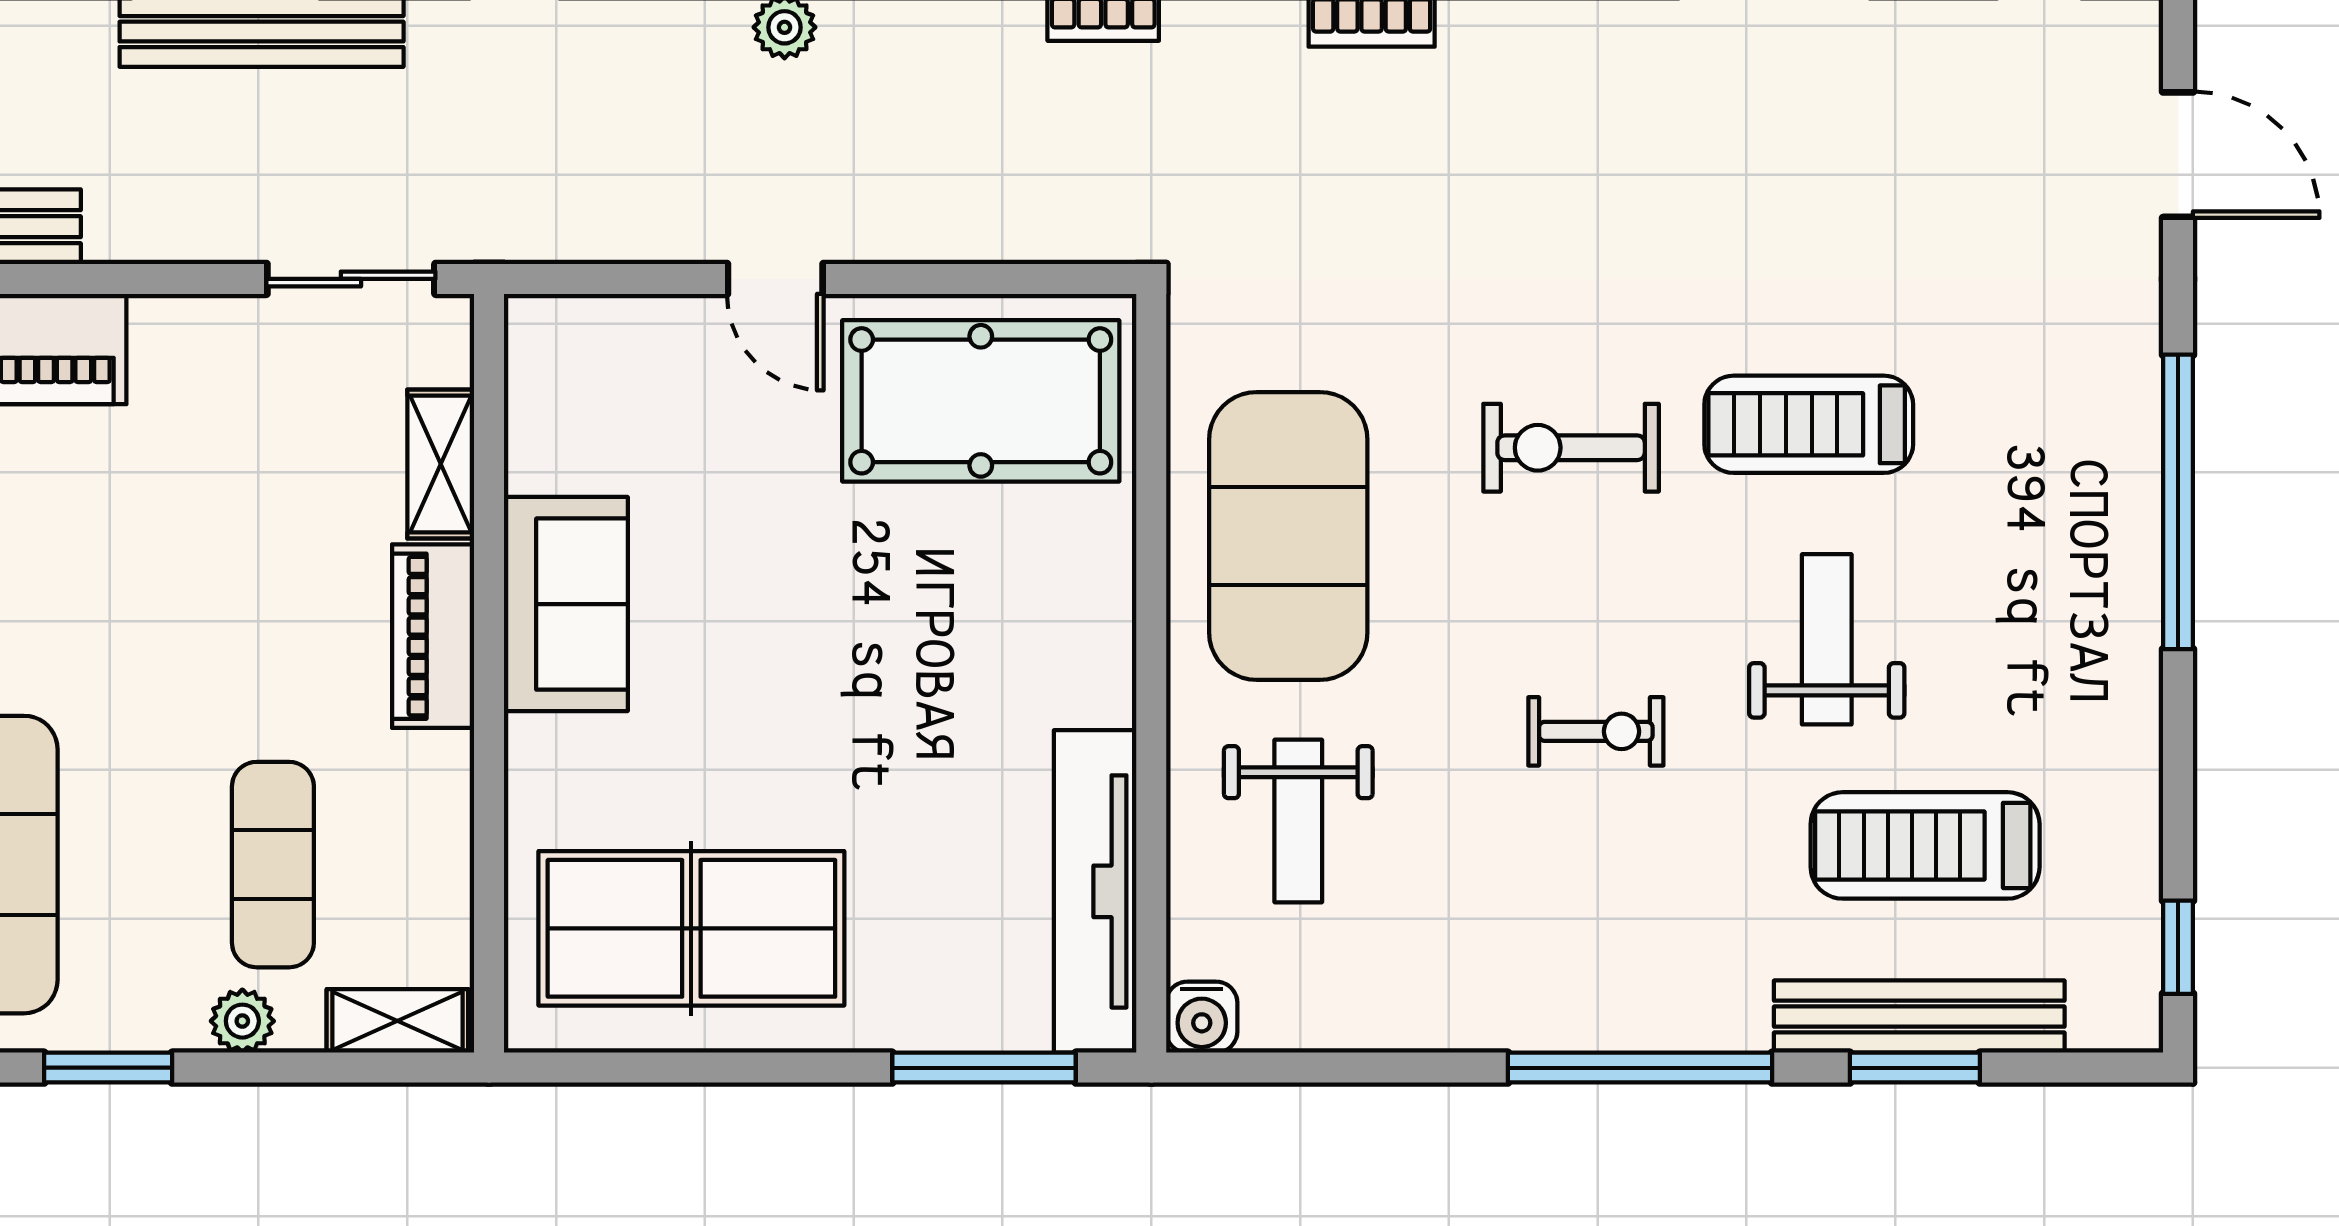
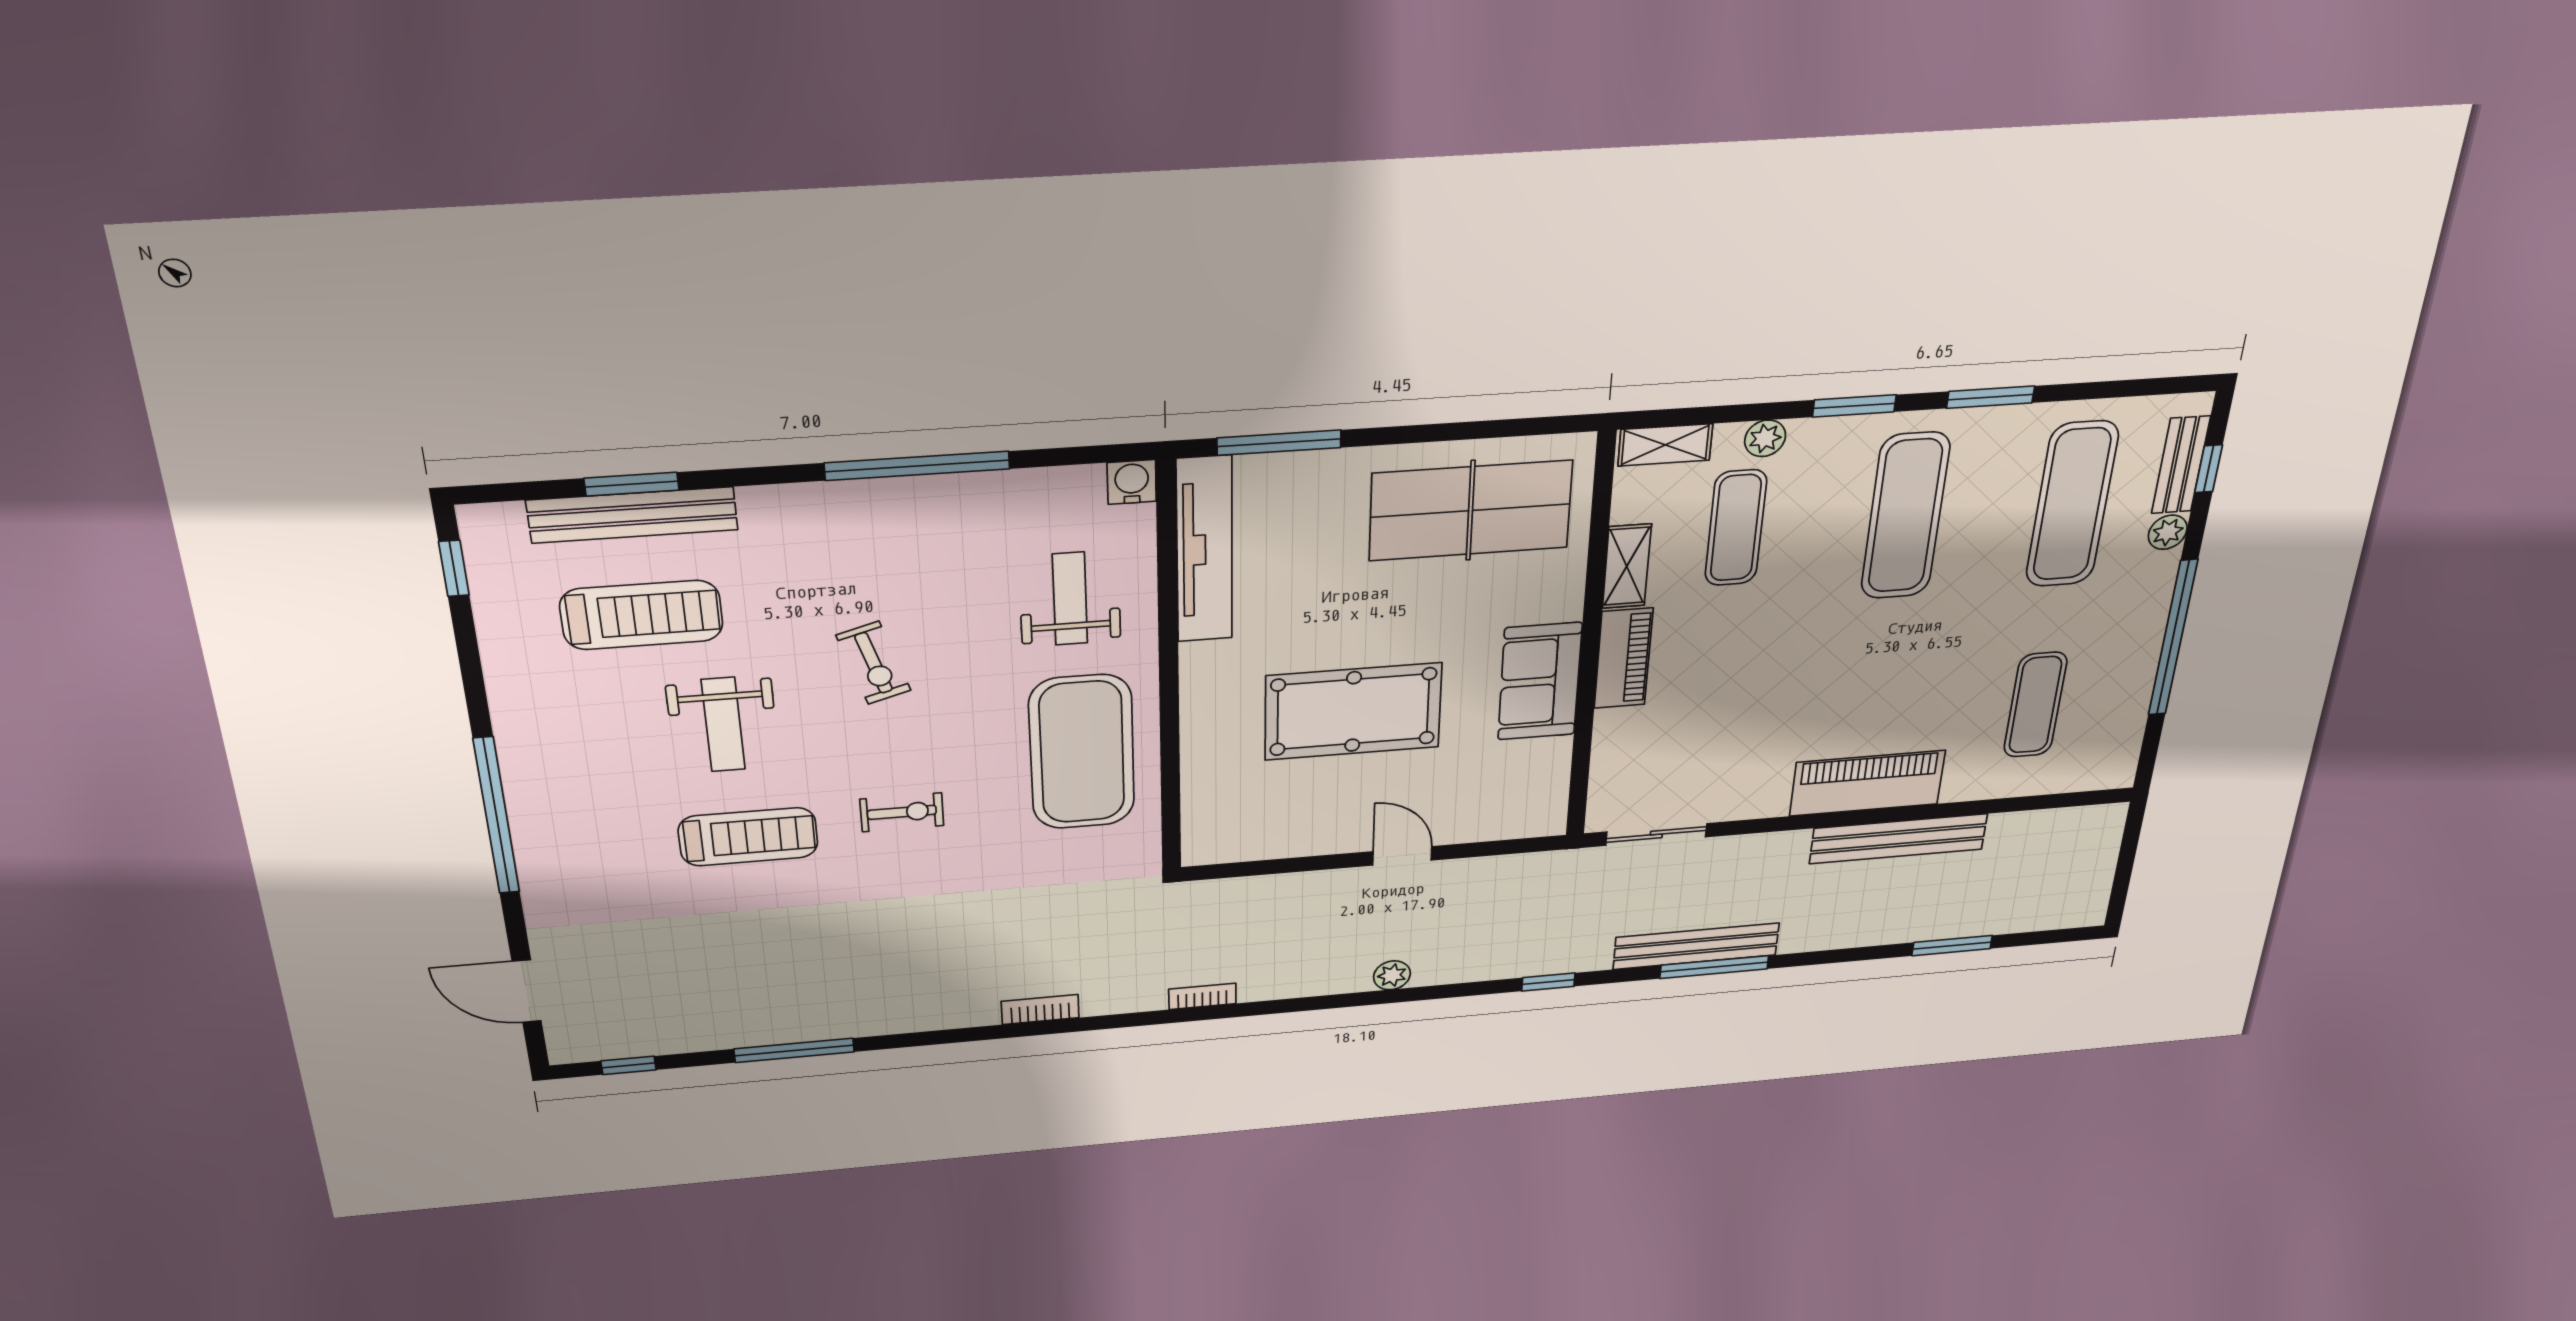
pool table: (981, 401) -> (1353, 712), moved
exercise bike: (1571, 448) -> (902, 812), width x0.73, depth x0.72
shelving: (441, 464) -> (1627, 566), moved
exercise bike: (1596, 731) -> (874, 663), turned -107
window: (1640, 1068) -> (917, 466), moved

